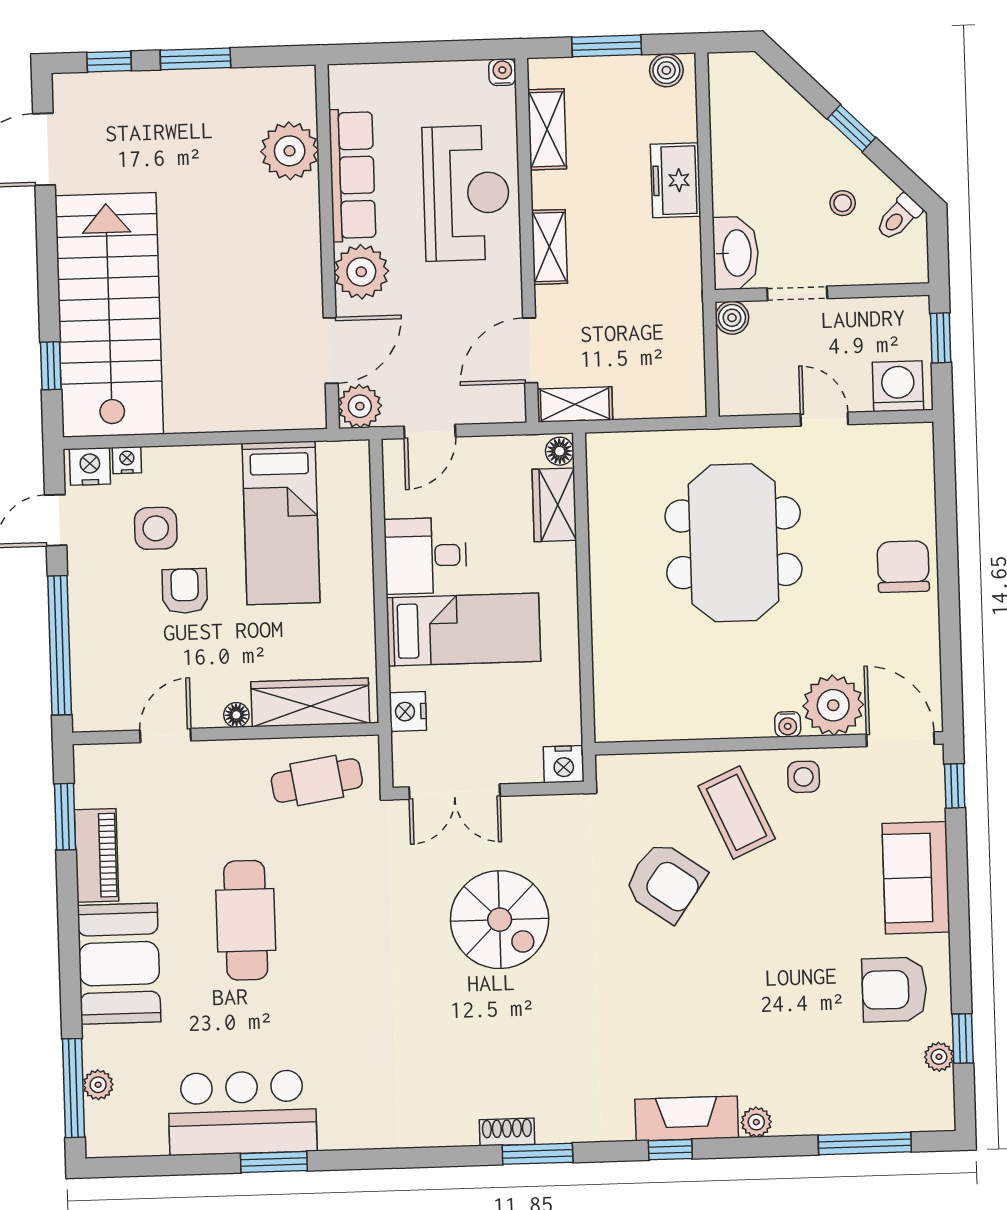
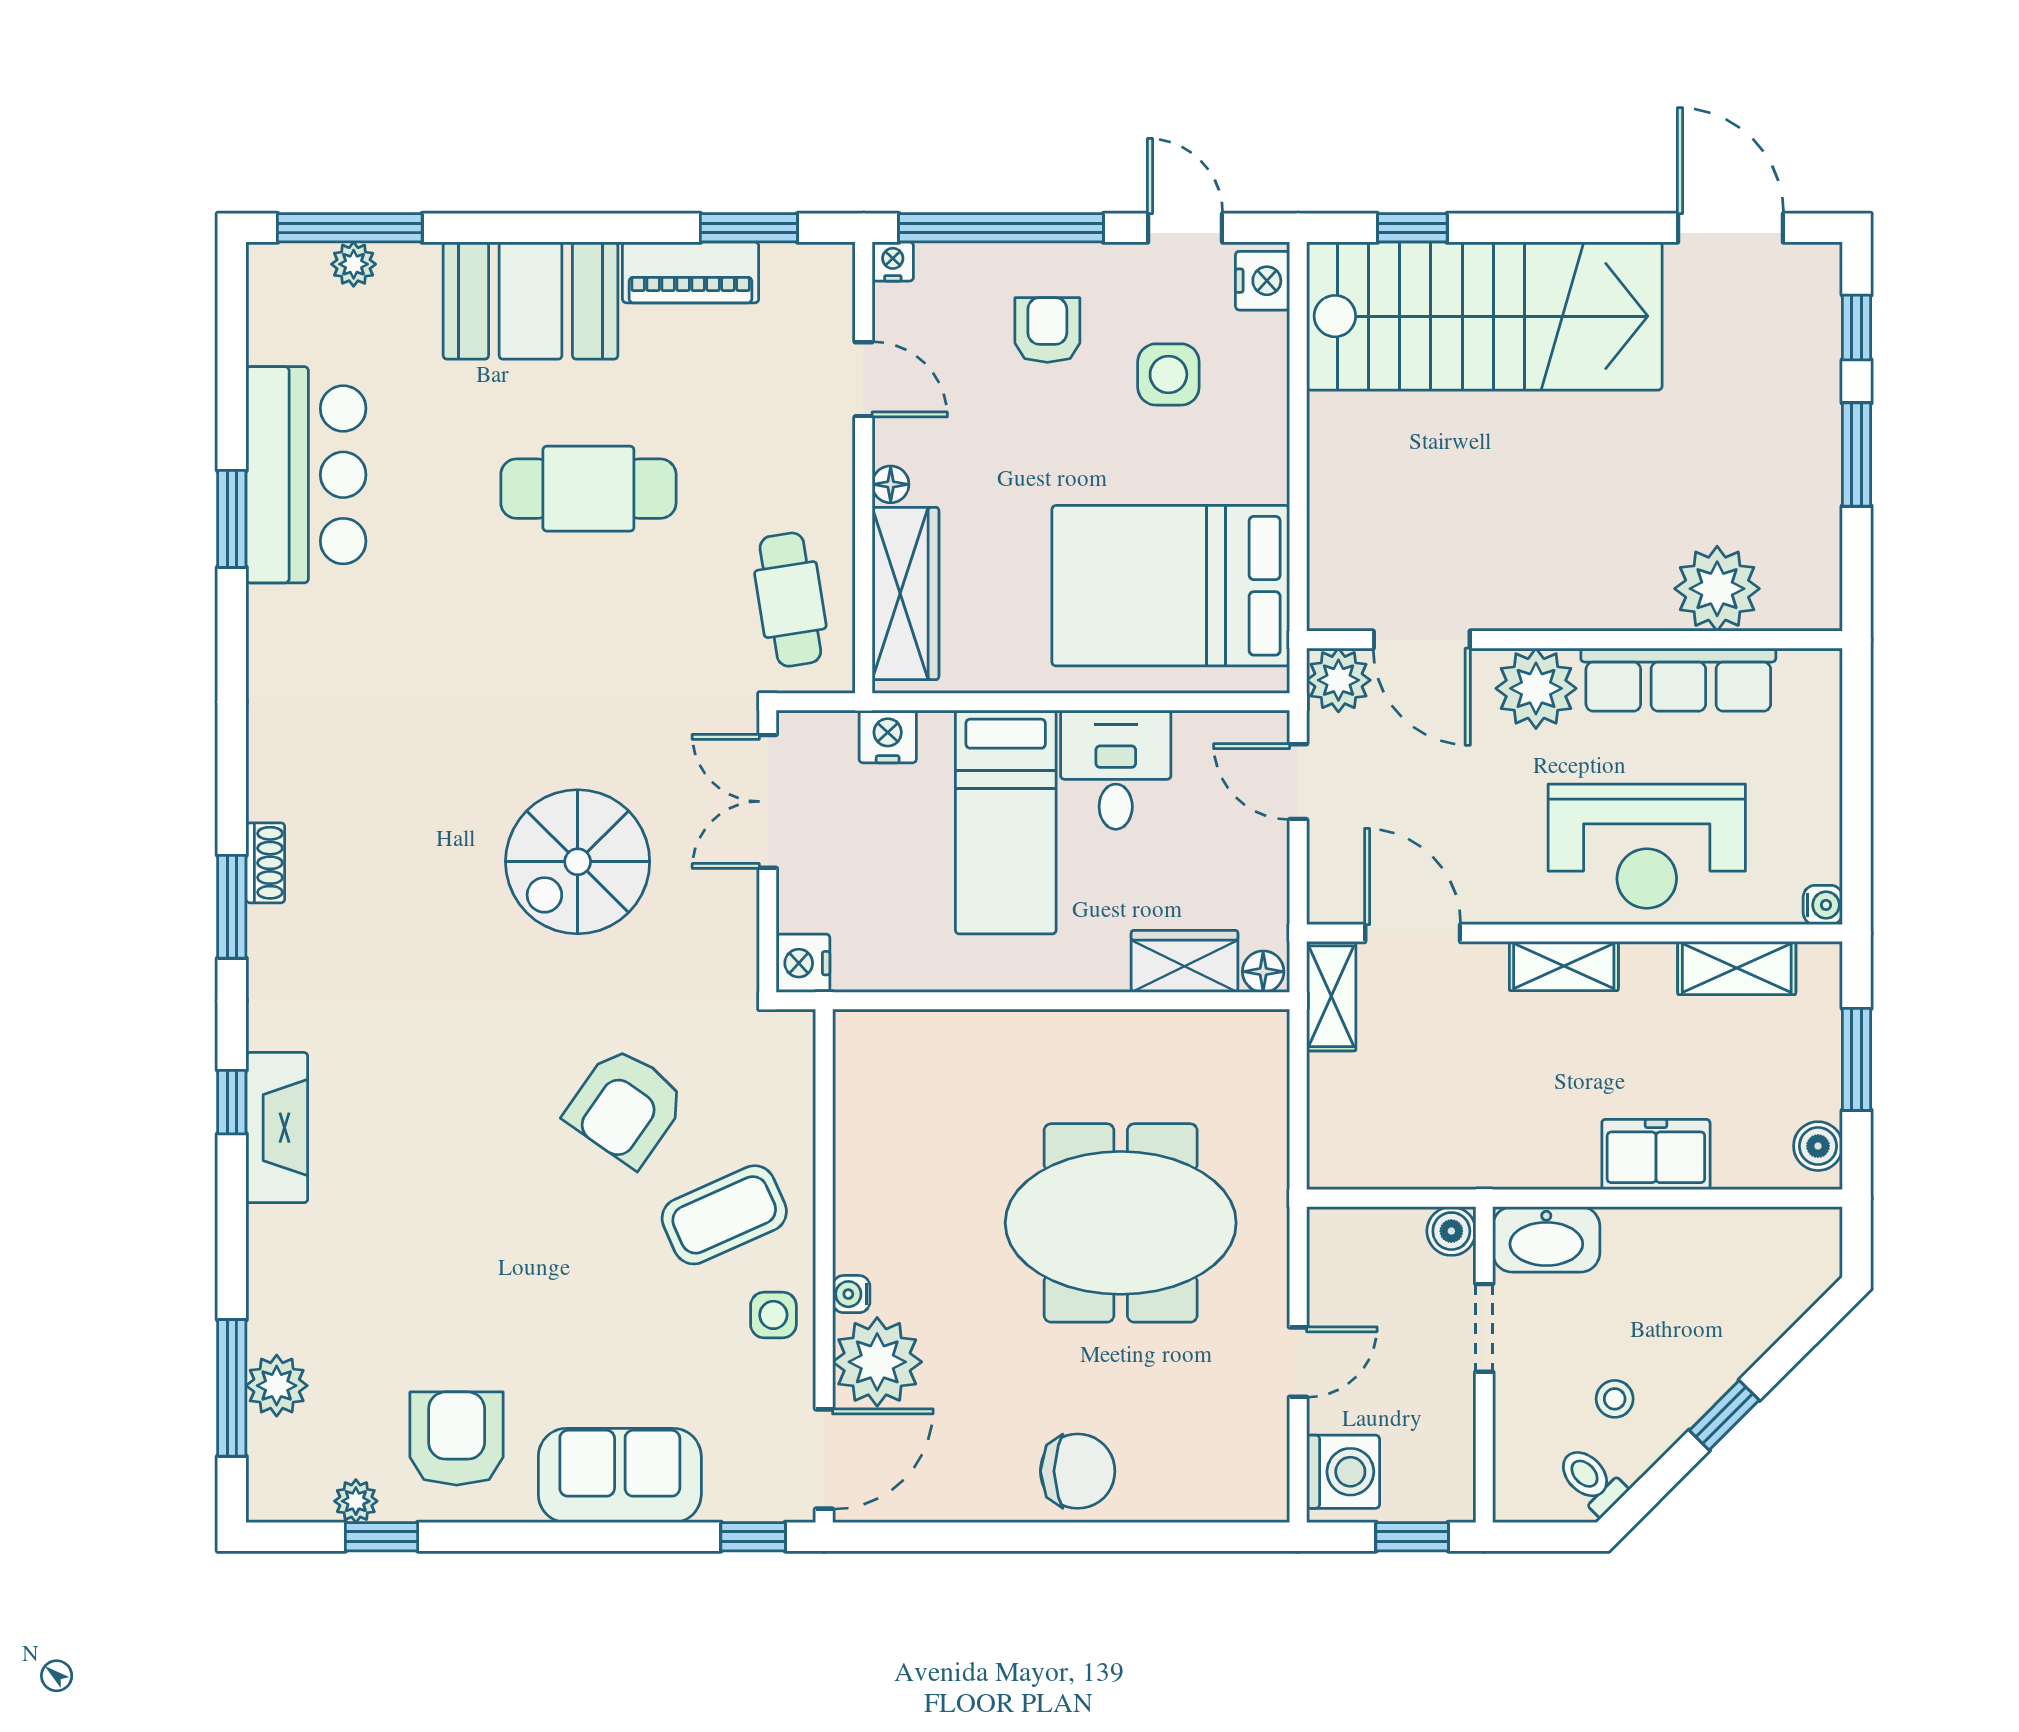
nightstand: (127, 460) -> (893, 261), moved, turned -90
bed: (281, 523) -> (1171, 586), width x1.50
armchair: (185, 591) -> (1047, 330), moved, turned -90
plant: (756, 1122) -> (277, 1386), moved, width x1.38, depth x1.38

